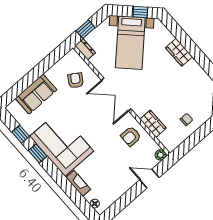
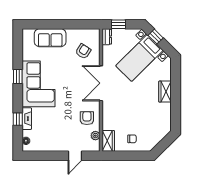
window: (140, 12) -> (156, 37), moved
wardrobe: (153, 124) -> (108, 141), moved
window: (21, 134) -> (18, 119), moved
armchair: (131, 136) -> (87, 118), turned 90
plant: (161, 155) -> (95, 136), moved
door: (149, 179) -> (75, 156), swing flipped

